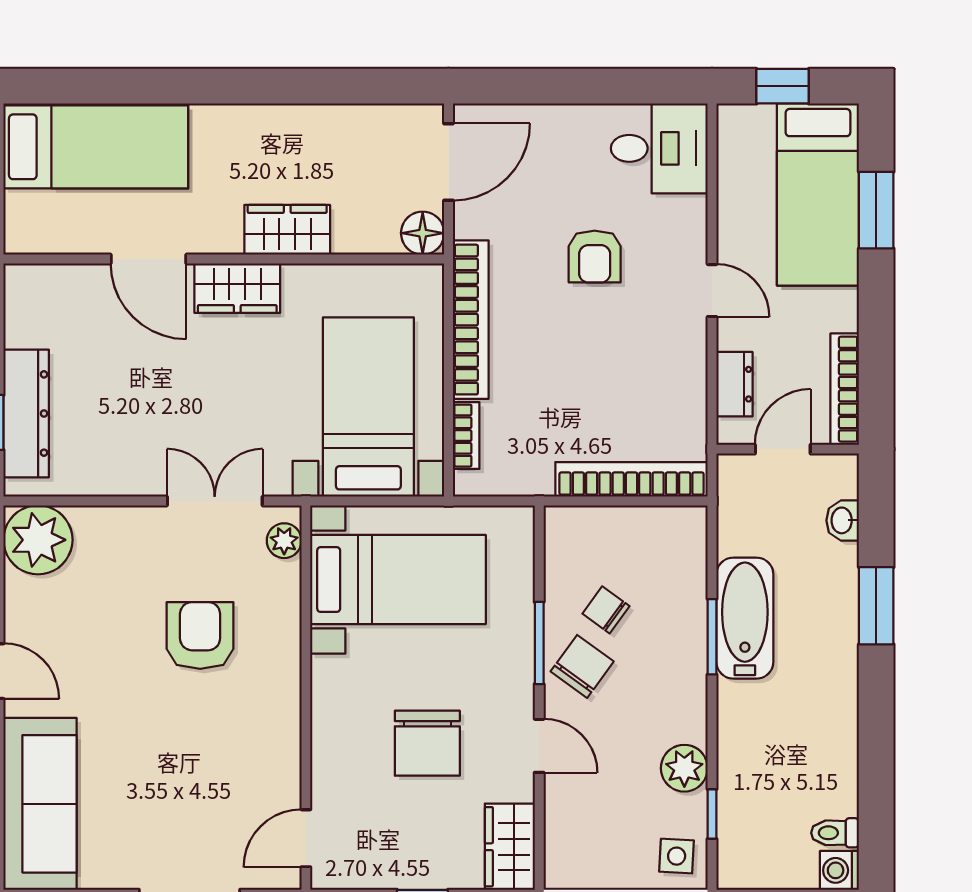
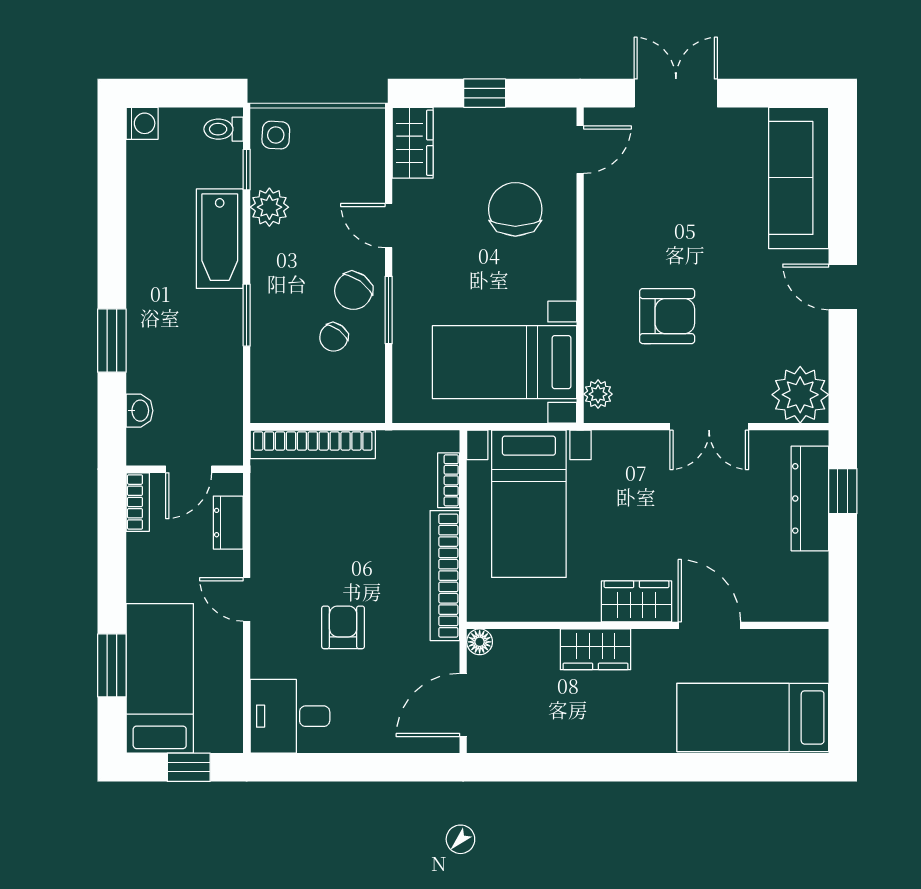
floor lamp: (423, 233) -> (480, 642), width x0.73, depth x0.73
bookcase: (845, 389) -> (138, 502), width x0.64
double door: (215, 501) -> (709, 427), moved
chair: (606, 610) -> (334, 337), turned 91
bathtub: (745, 618) -> (220, 239), moved
armchair: (200, 636) -> (667, 316), turned -90
chair: (427, 743) -> (515, 209), moved
toilet: (835, 833) -> (224, 129), moved, turned 180

